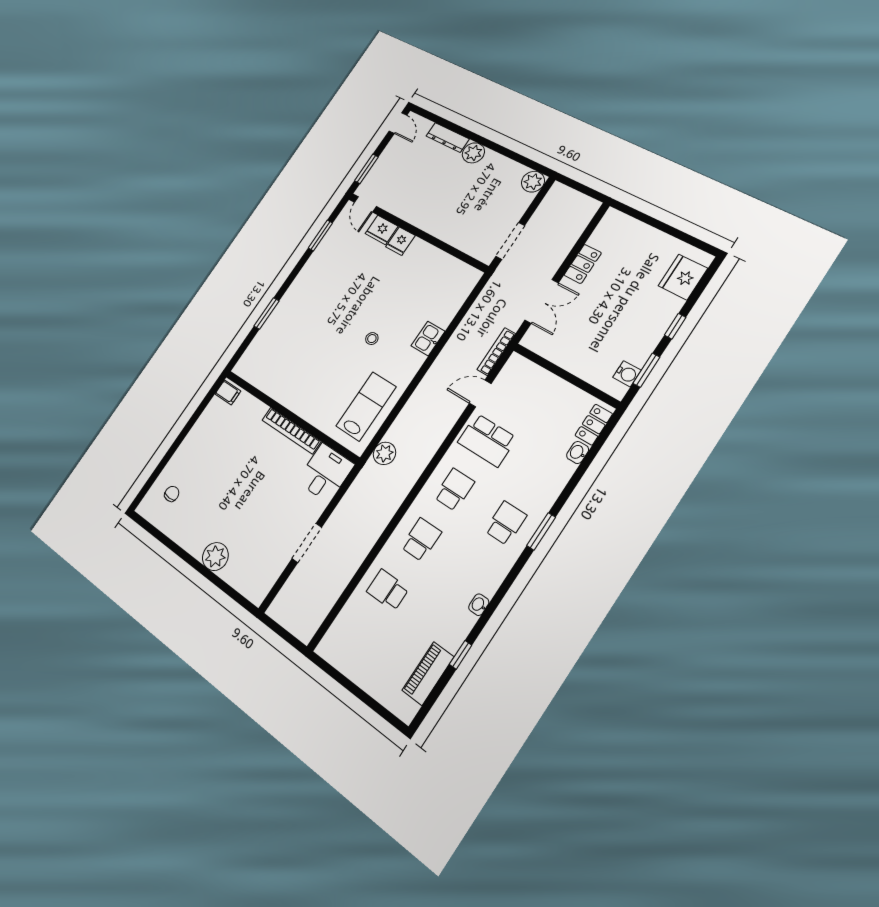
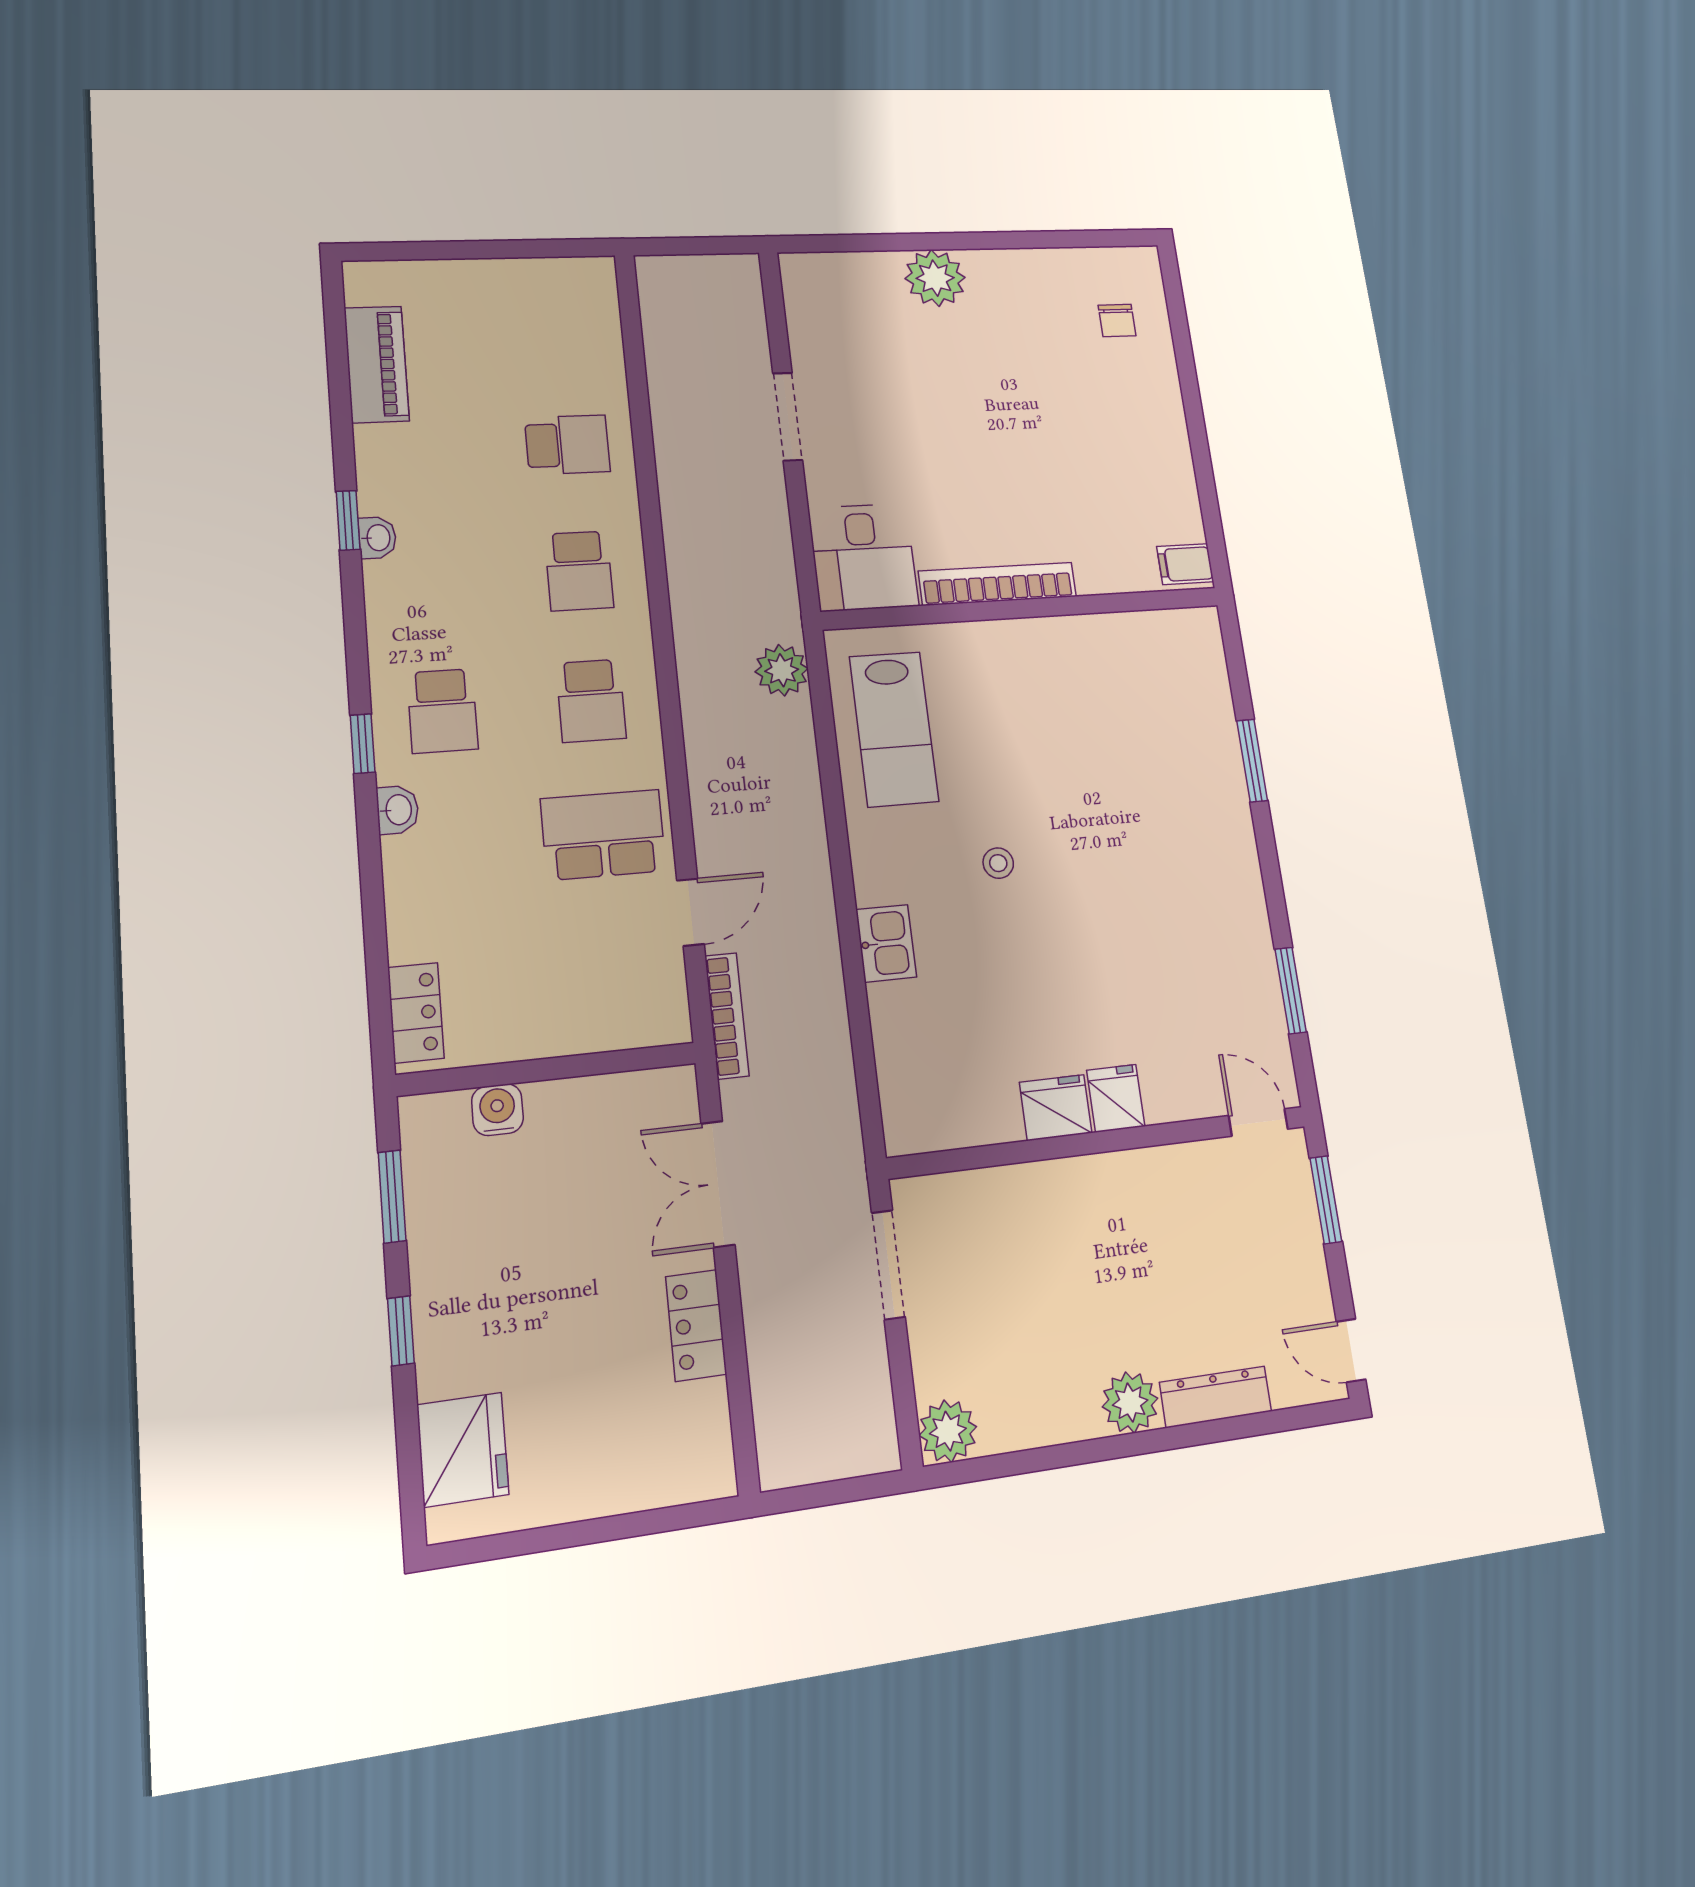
fridge: (382, 230) -> (1056, 1108), moved
water cooler: (627, 374) -> (497, 1110), moved, turned 90
washbasin: (578, 452) -> (398, 810), moved
window: (541, 531) -> (363, 744), width x0.67
window: (461, 655) -> (348, 520), moved

